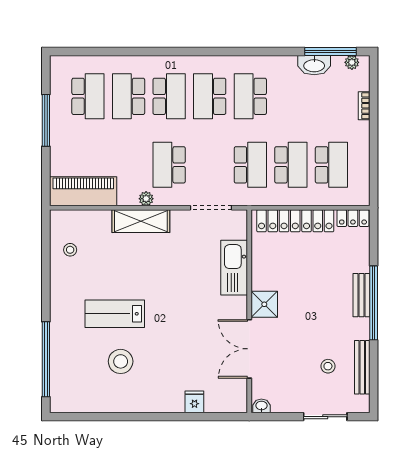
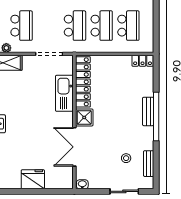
school desk: (169, 165) -> (22, 26), turned 180
locker: (295, 221) -> (83, 82), moved, turned -90
bench: (362, 367) -> (149, 164), width x0.73
fridge: (194, 402) -> (33, 179), width x1.88, depth x1.34

